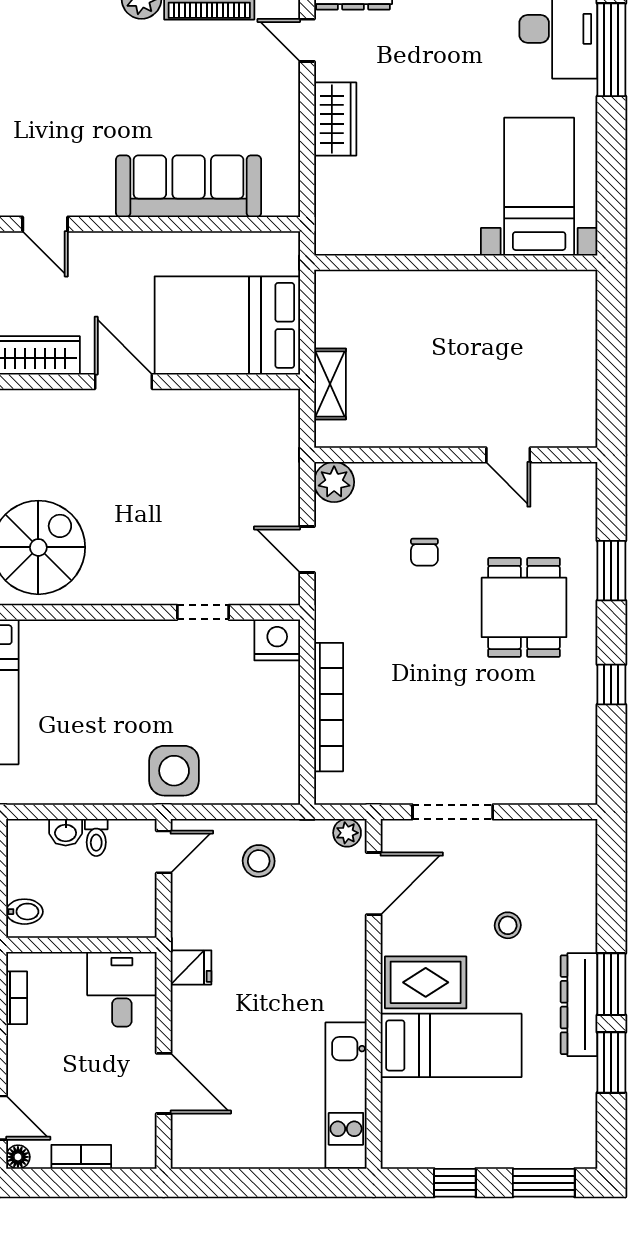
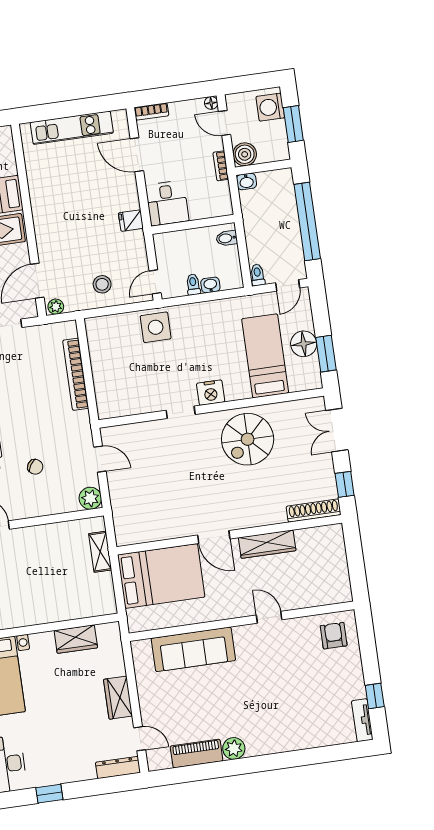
wardrobe: (396, 234) -> (76, 639), added
chair: (424, 552) -> (35, 467), turned 124
doorway: (203, 612) -> (181, 412), moved
nightstand: (277, 640) -> (211, 393), moved
bookcase: (17, 998) -> (221, 166), moved
kitchen unit: (346, 1095) -> (72, 128), moved, turned 90
bookcase: (81, 1157) -> (151, 112), moved

